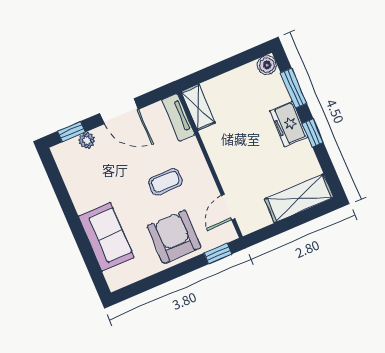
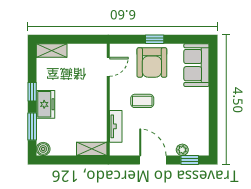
shelving: (198, 107) -> (92, 149), moved, turned 90
tv unit: (178, 117) -> (116, 126), moved
shelving: (299, 198) -> (52, 50), width x0.67, depth x0.75
sofa: (106, 237) -> (196, 65), moved
window: (218, 254) -> (155, 39), moved

